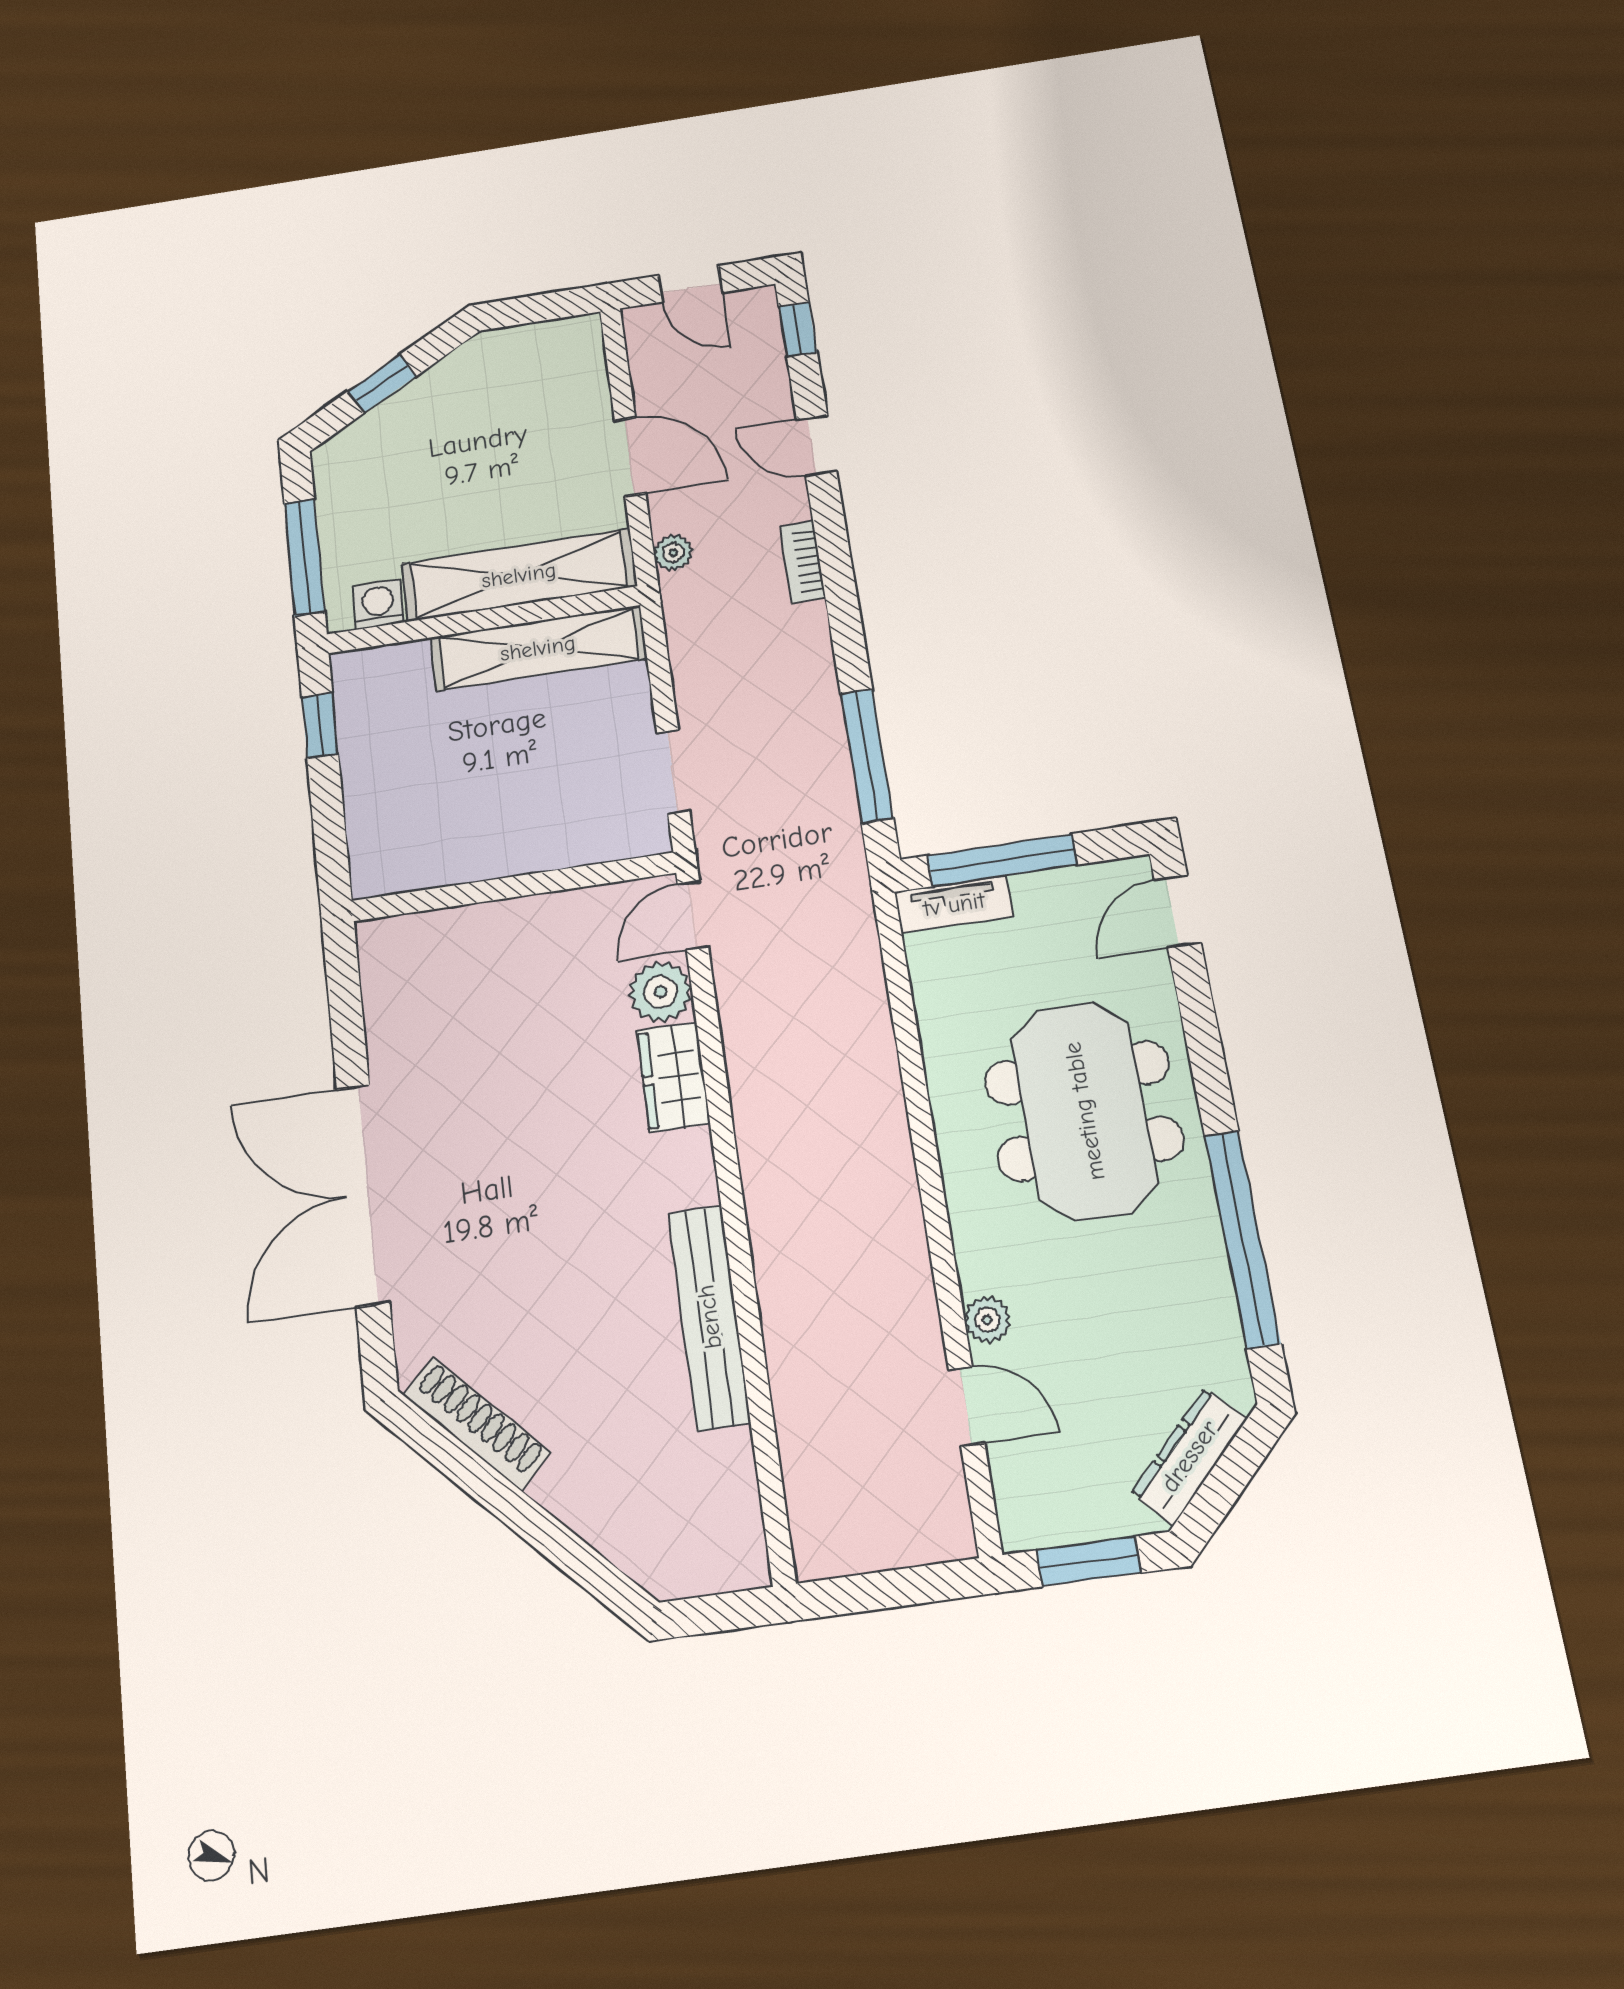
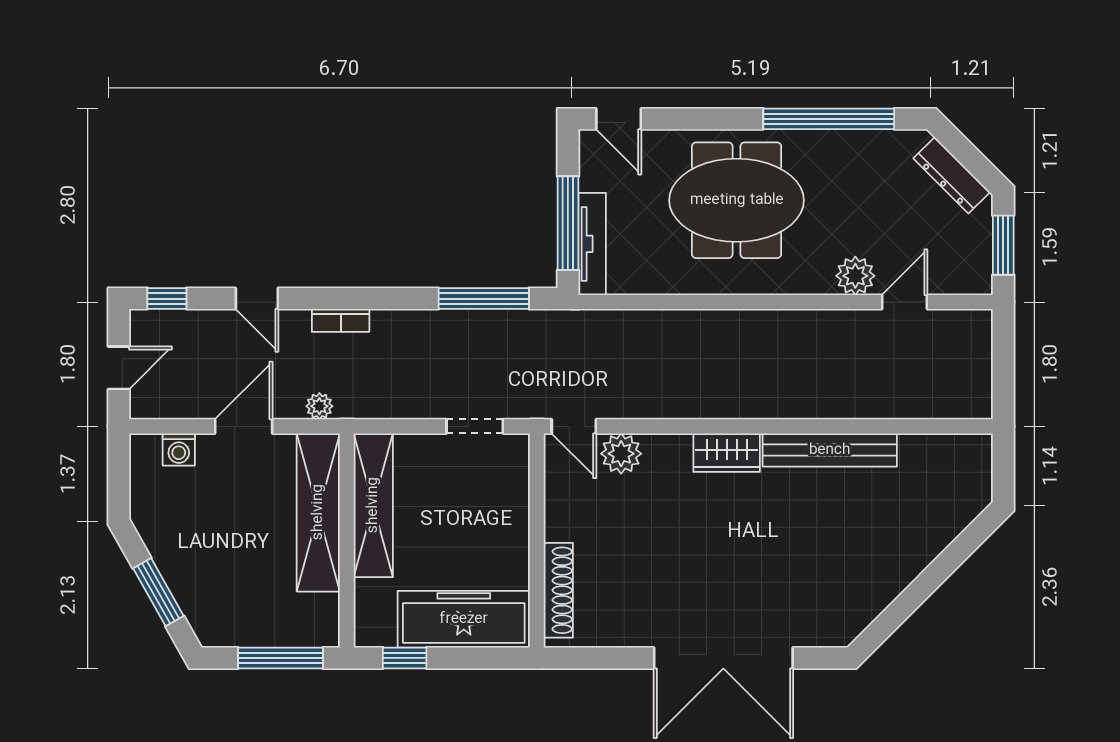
window: (382, 384) -> (158, 592), width x1.50
door: (817, 445) -> (257, 299), hinge flipped
washing machine: (378, 604) -> (179, 449), moved, turned -90
freezer: (385, 800) -> (464, 619), added
tv unit: (954, 904) -> (592, 244), width x1.41
wardrobe: (673, 1077) -> (727, 453), moved
plant: (987, 1320) -> (855, 276), width x1.38, depth x1.38
shoe rack: (476, 1423) -> (558, 590), moved, turned 135

